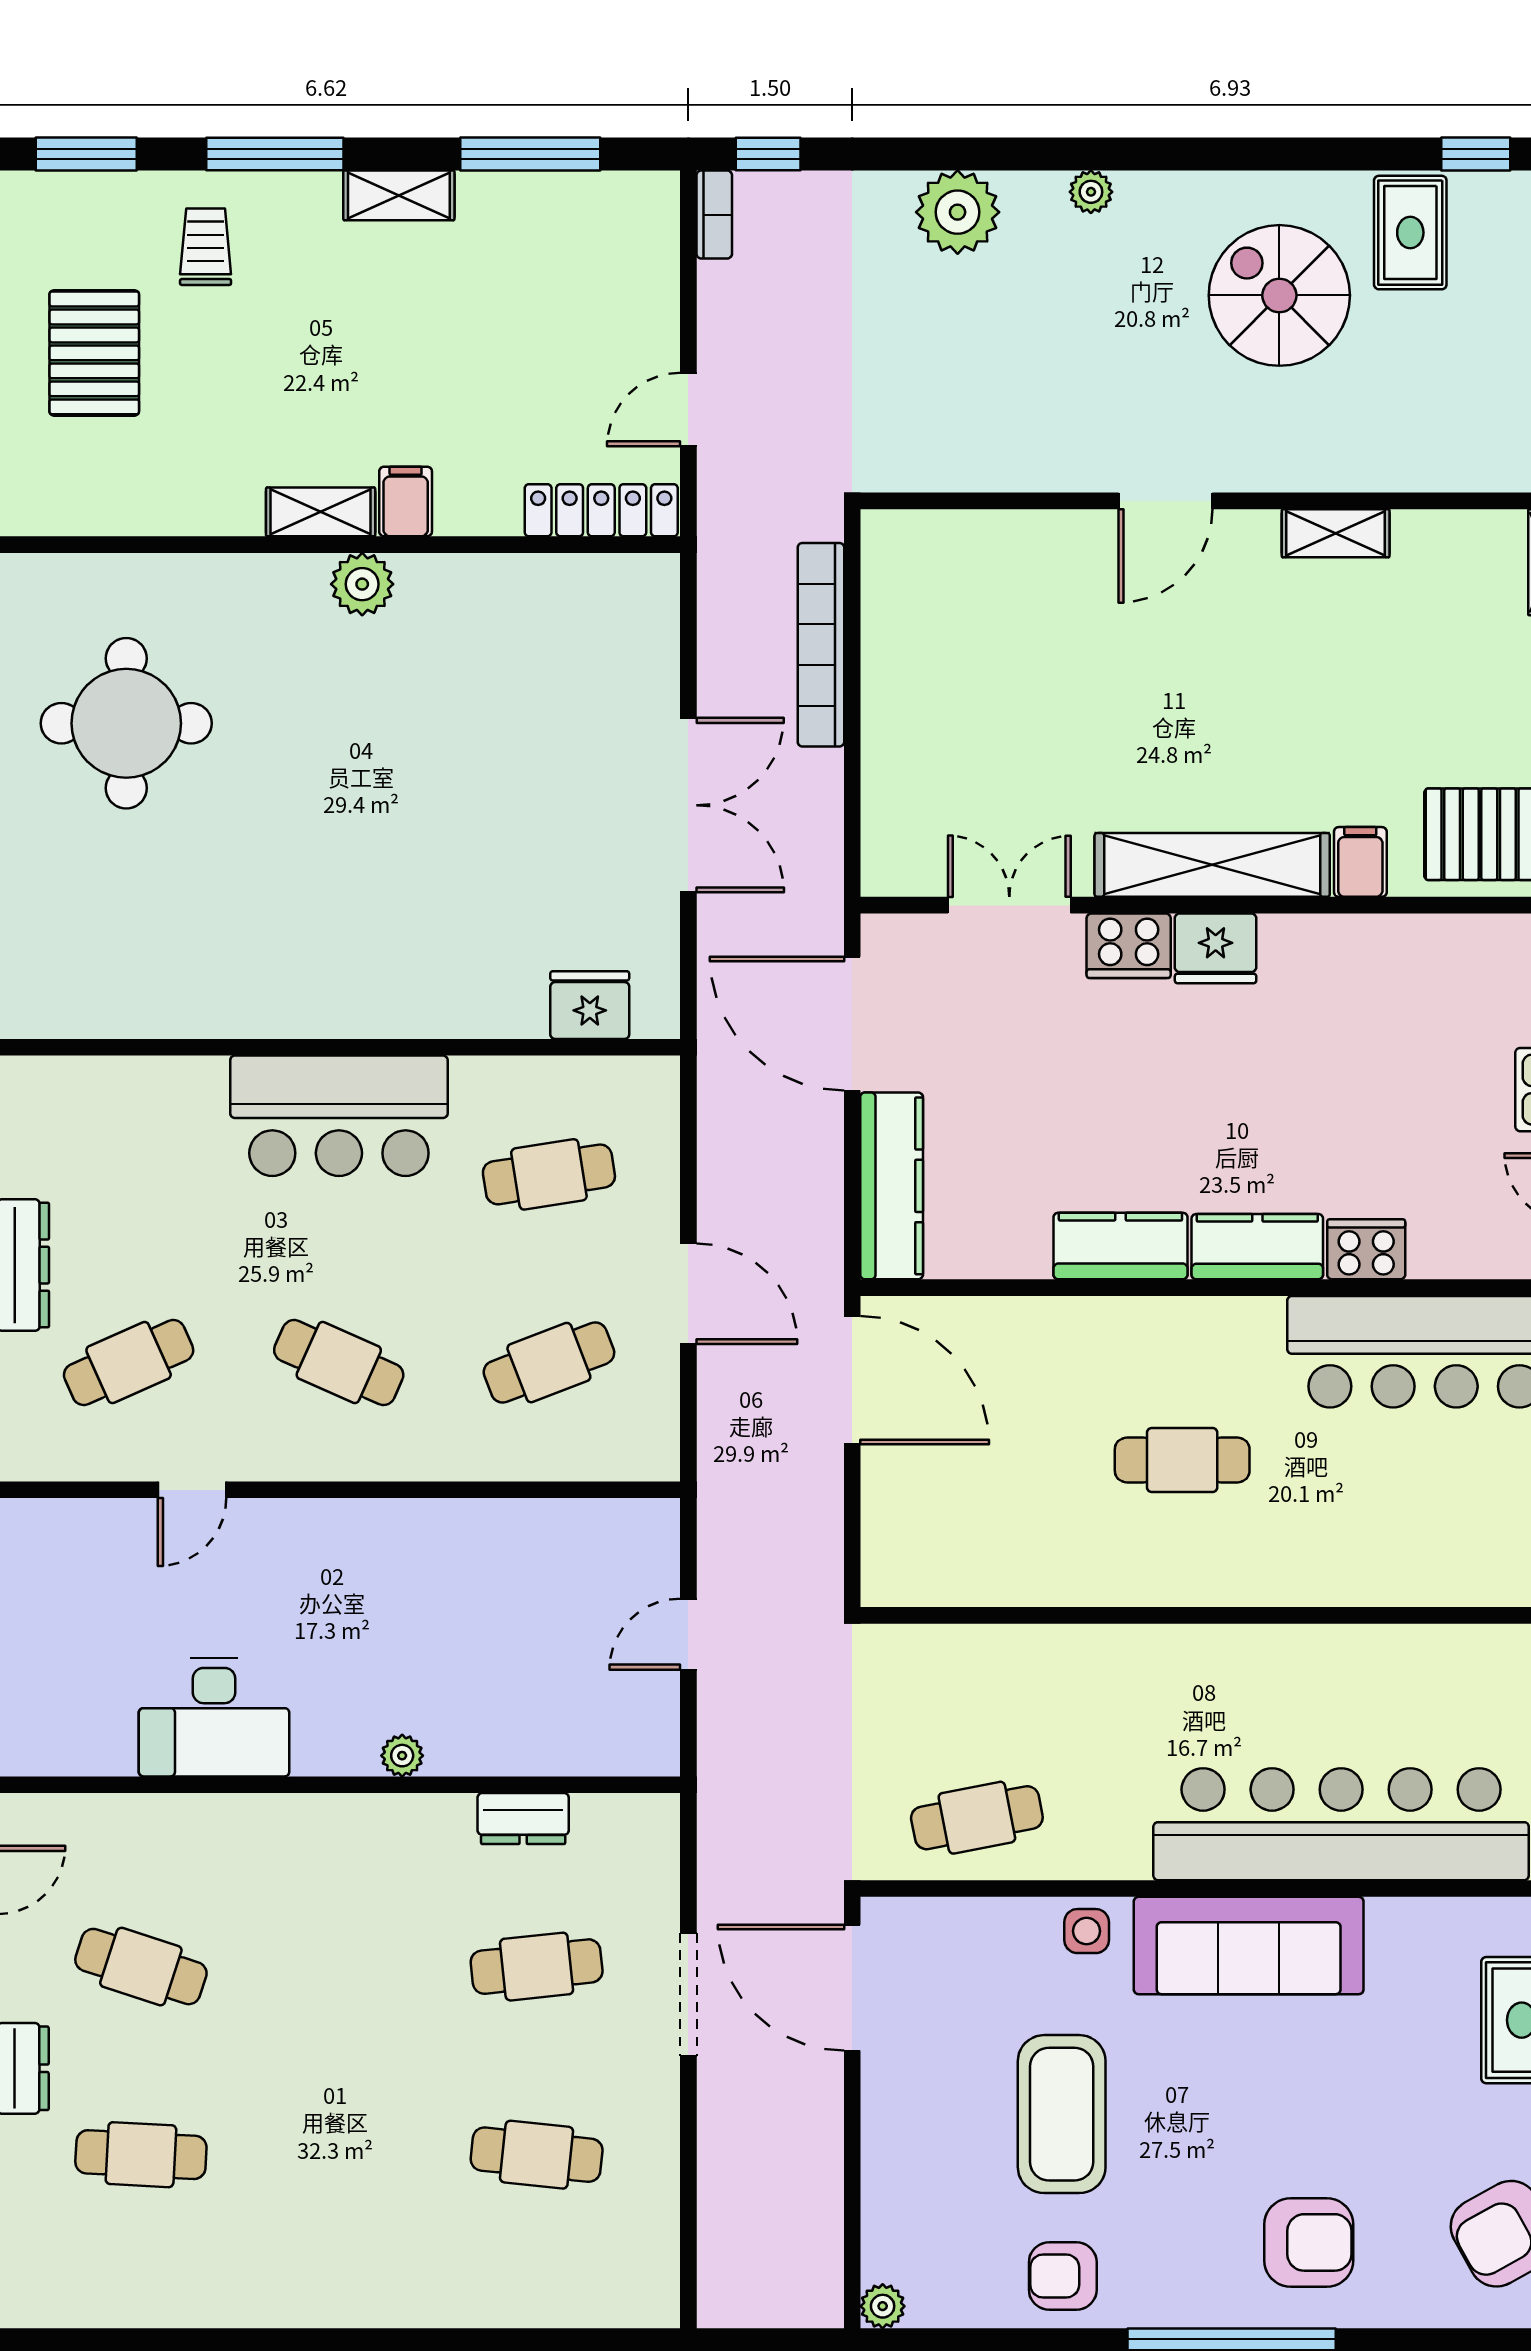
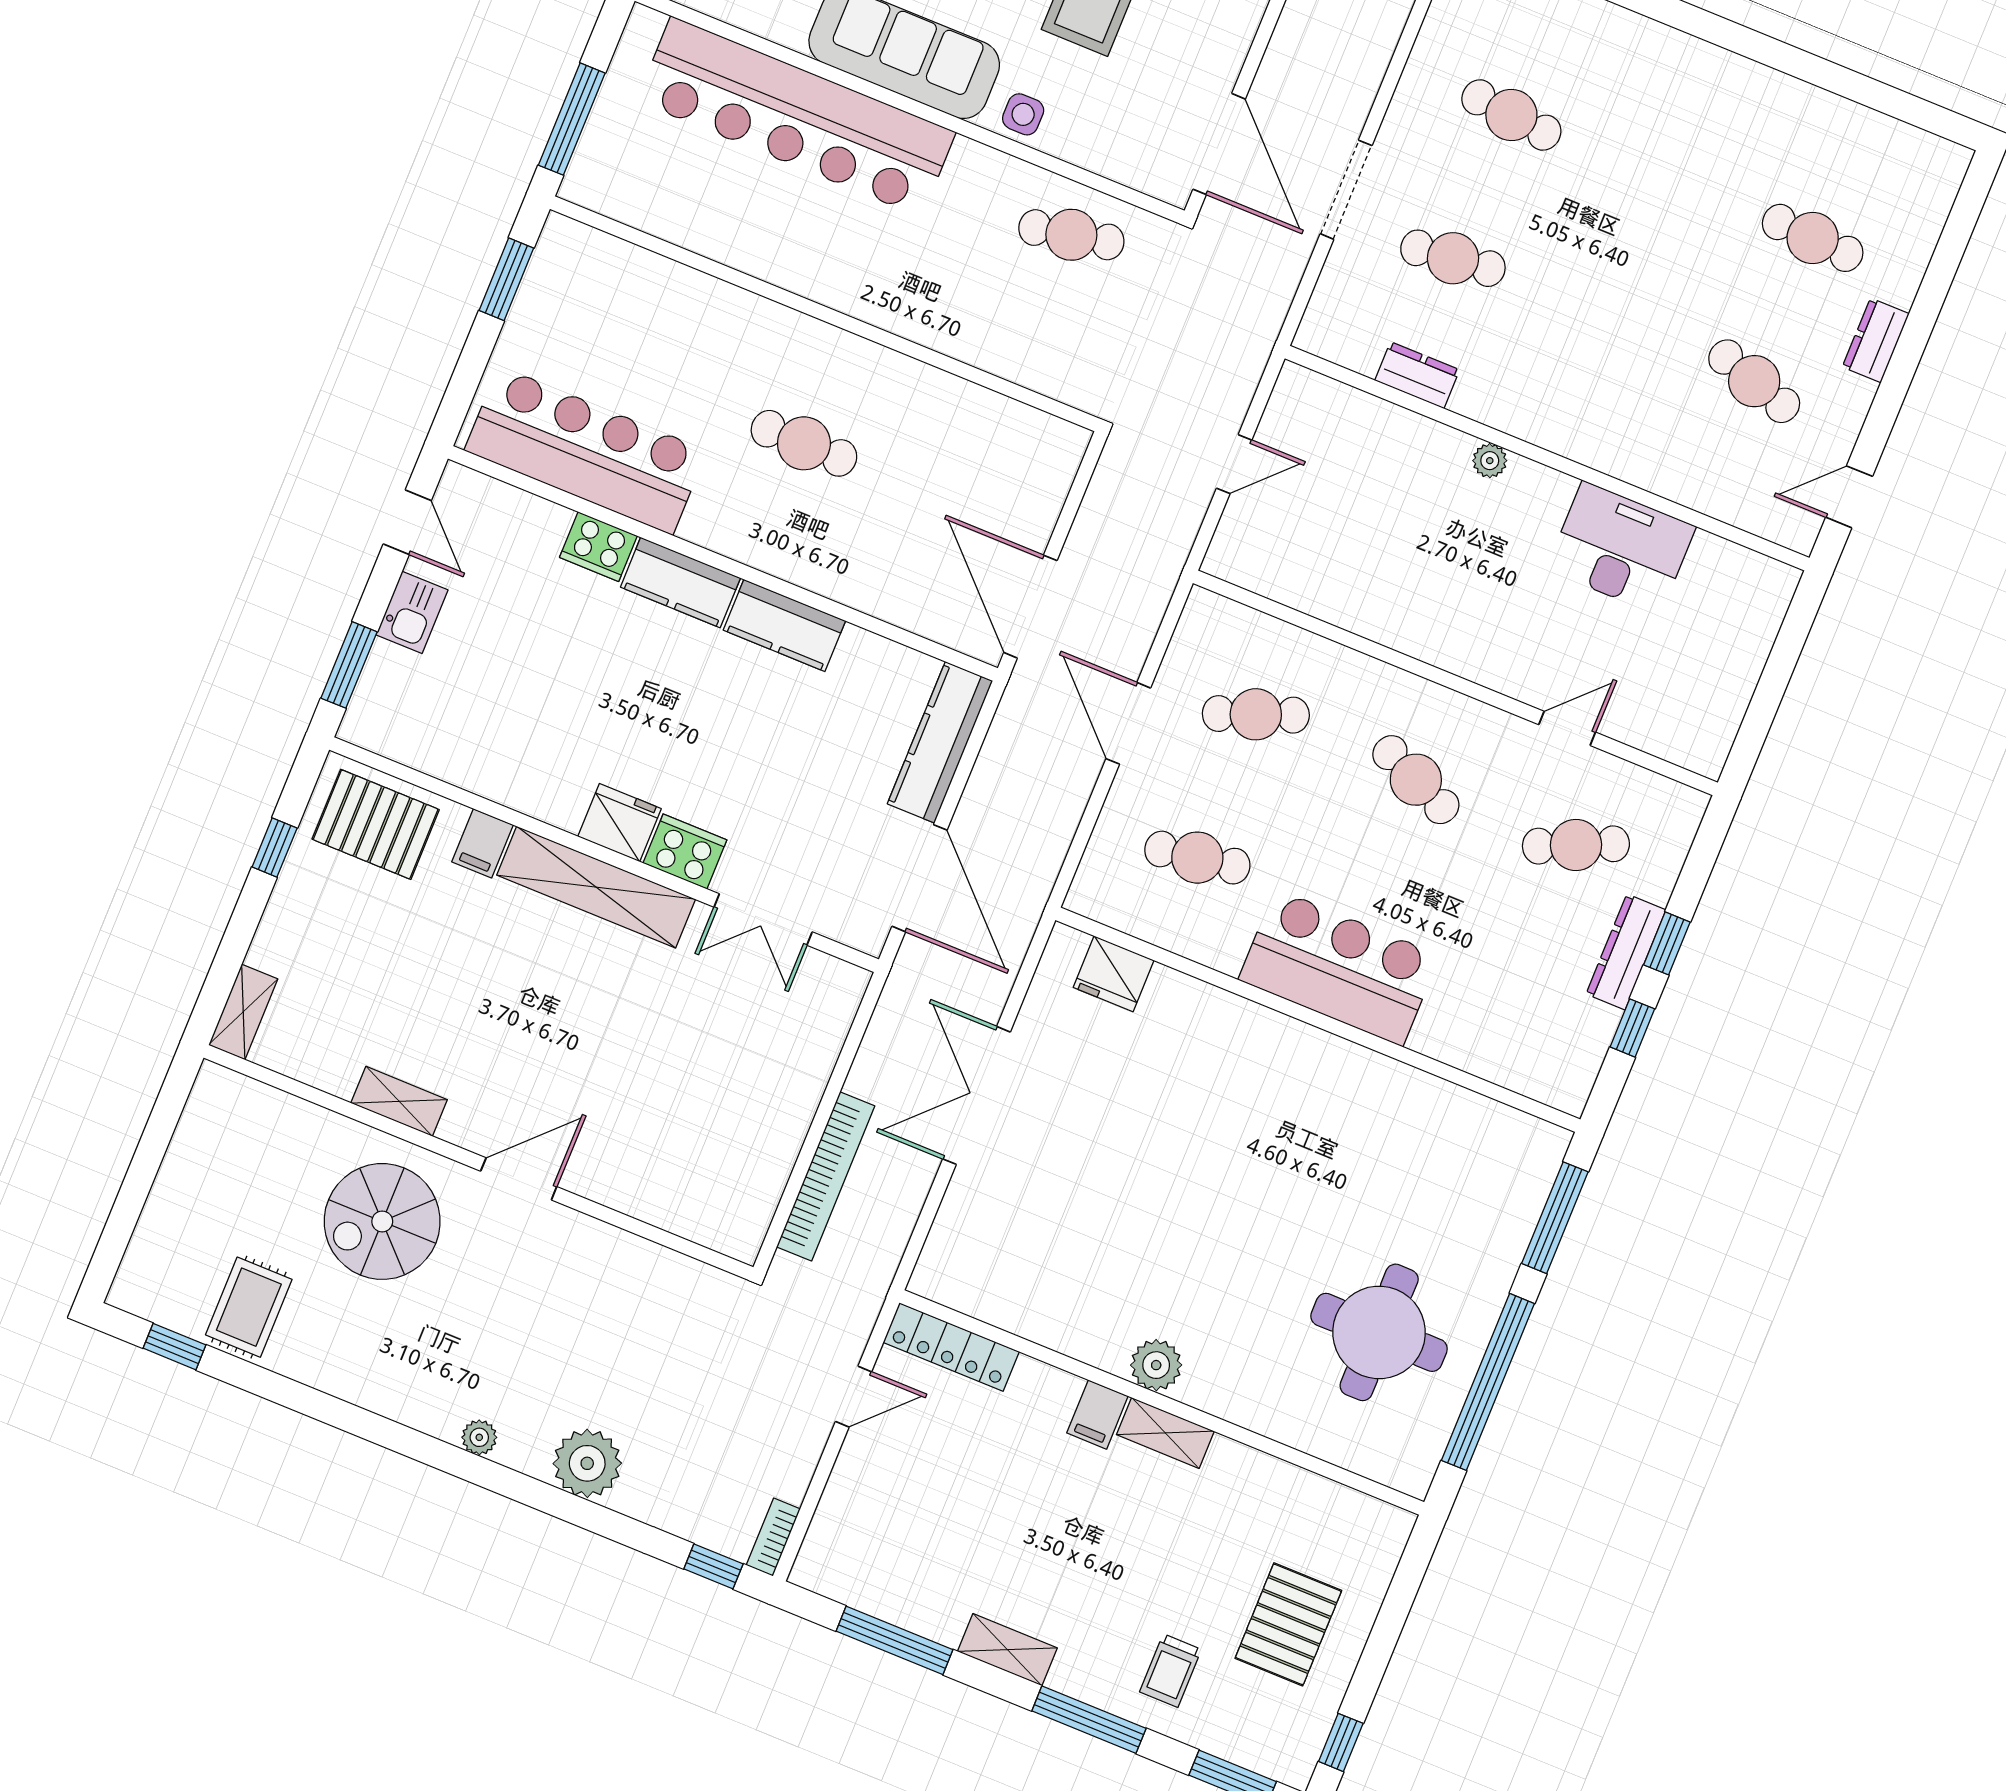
spiral stairs: (1279, 295) -> (382, 1221), moved, turned 90

